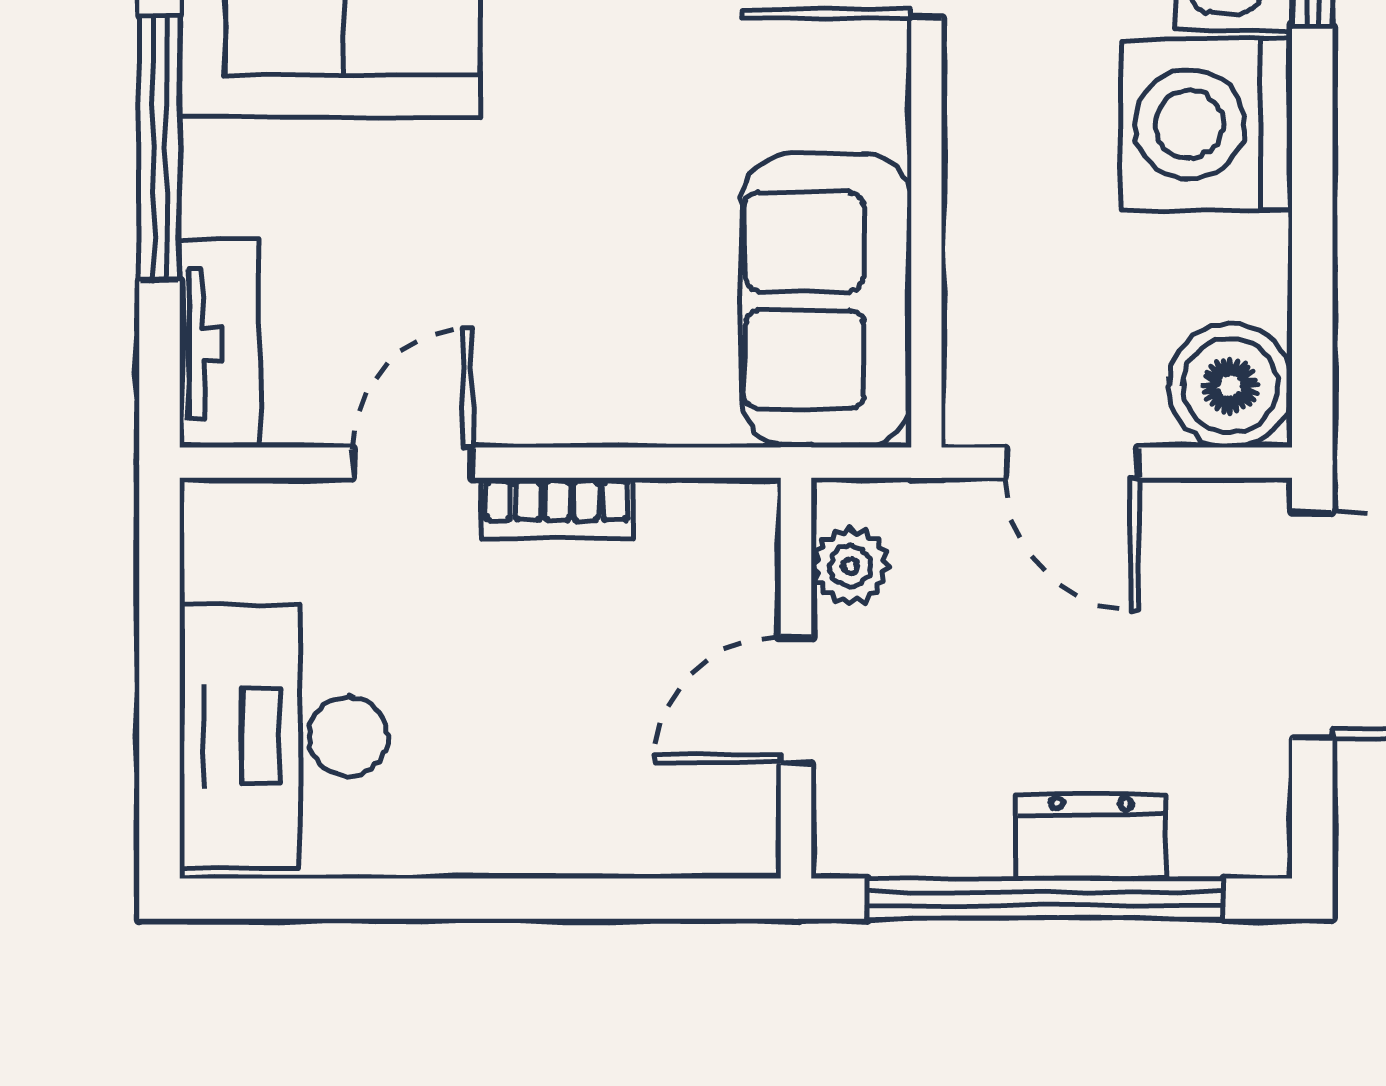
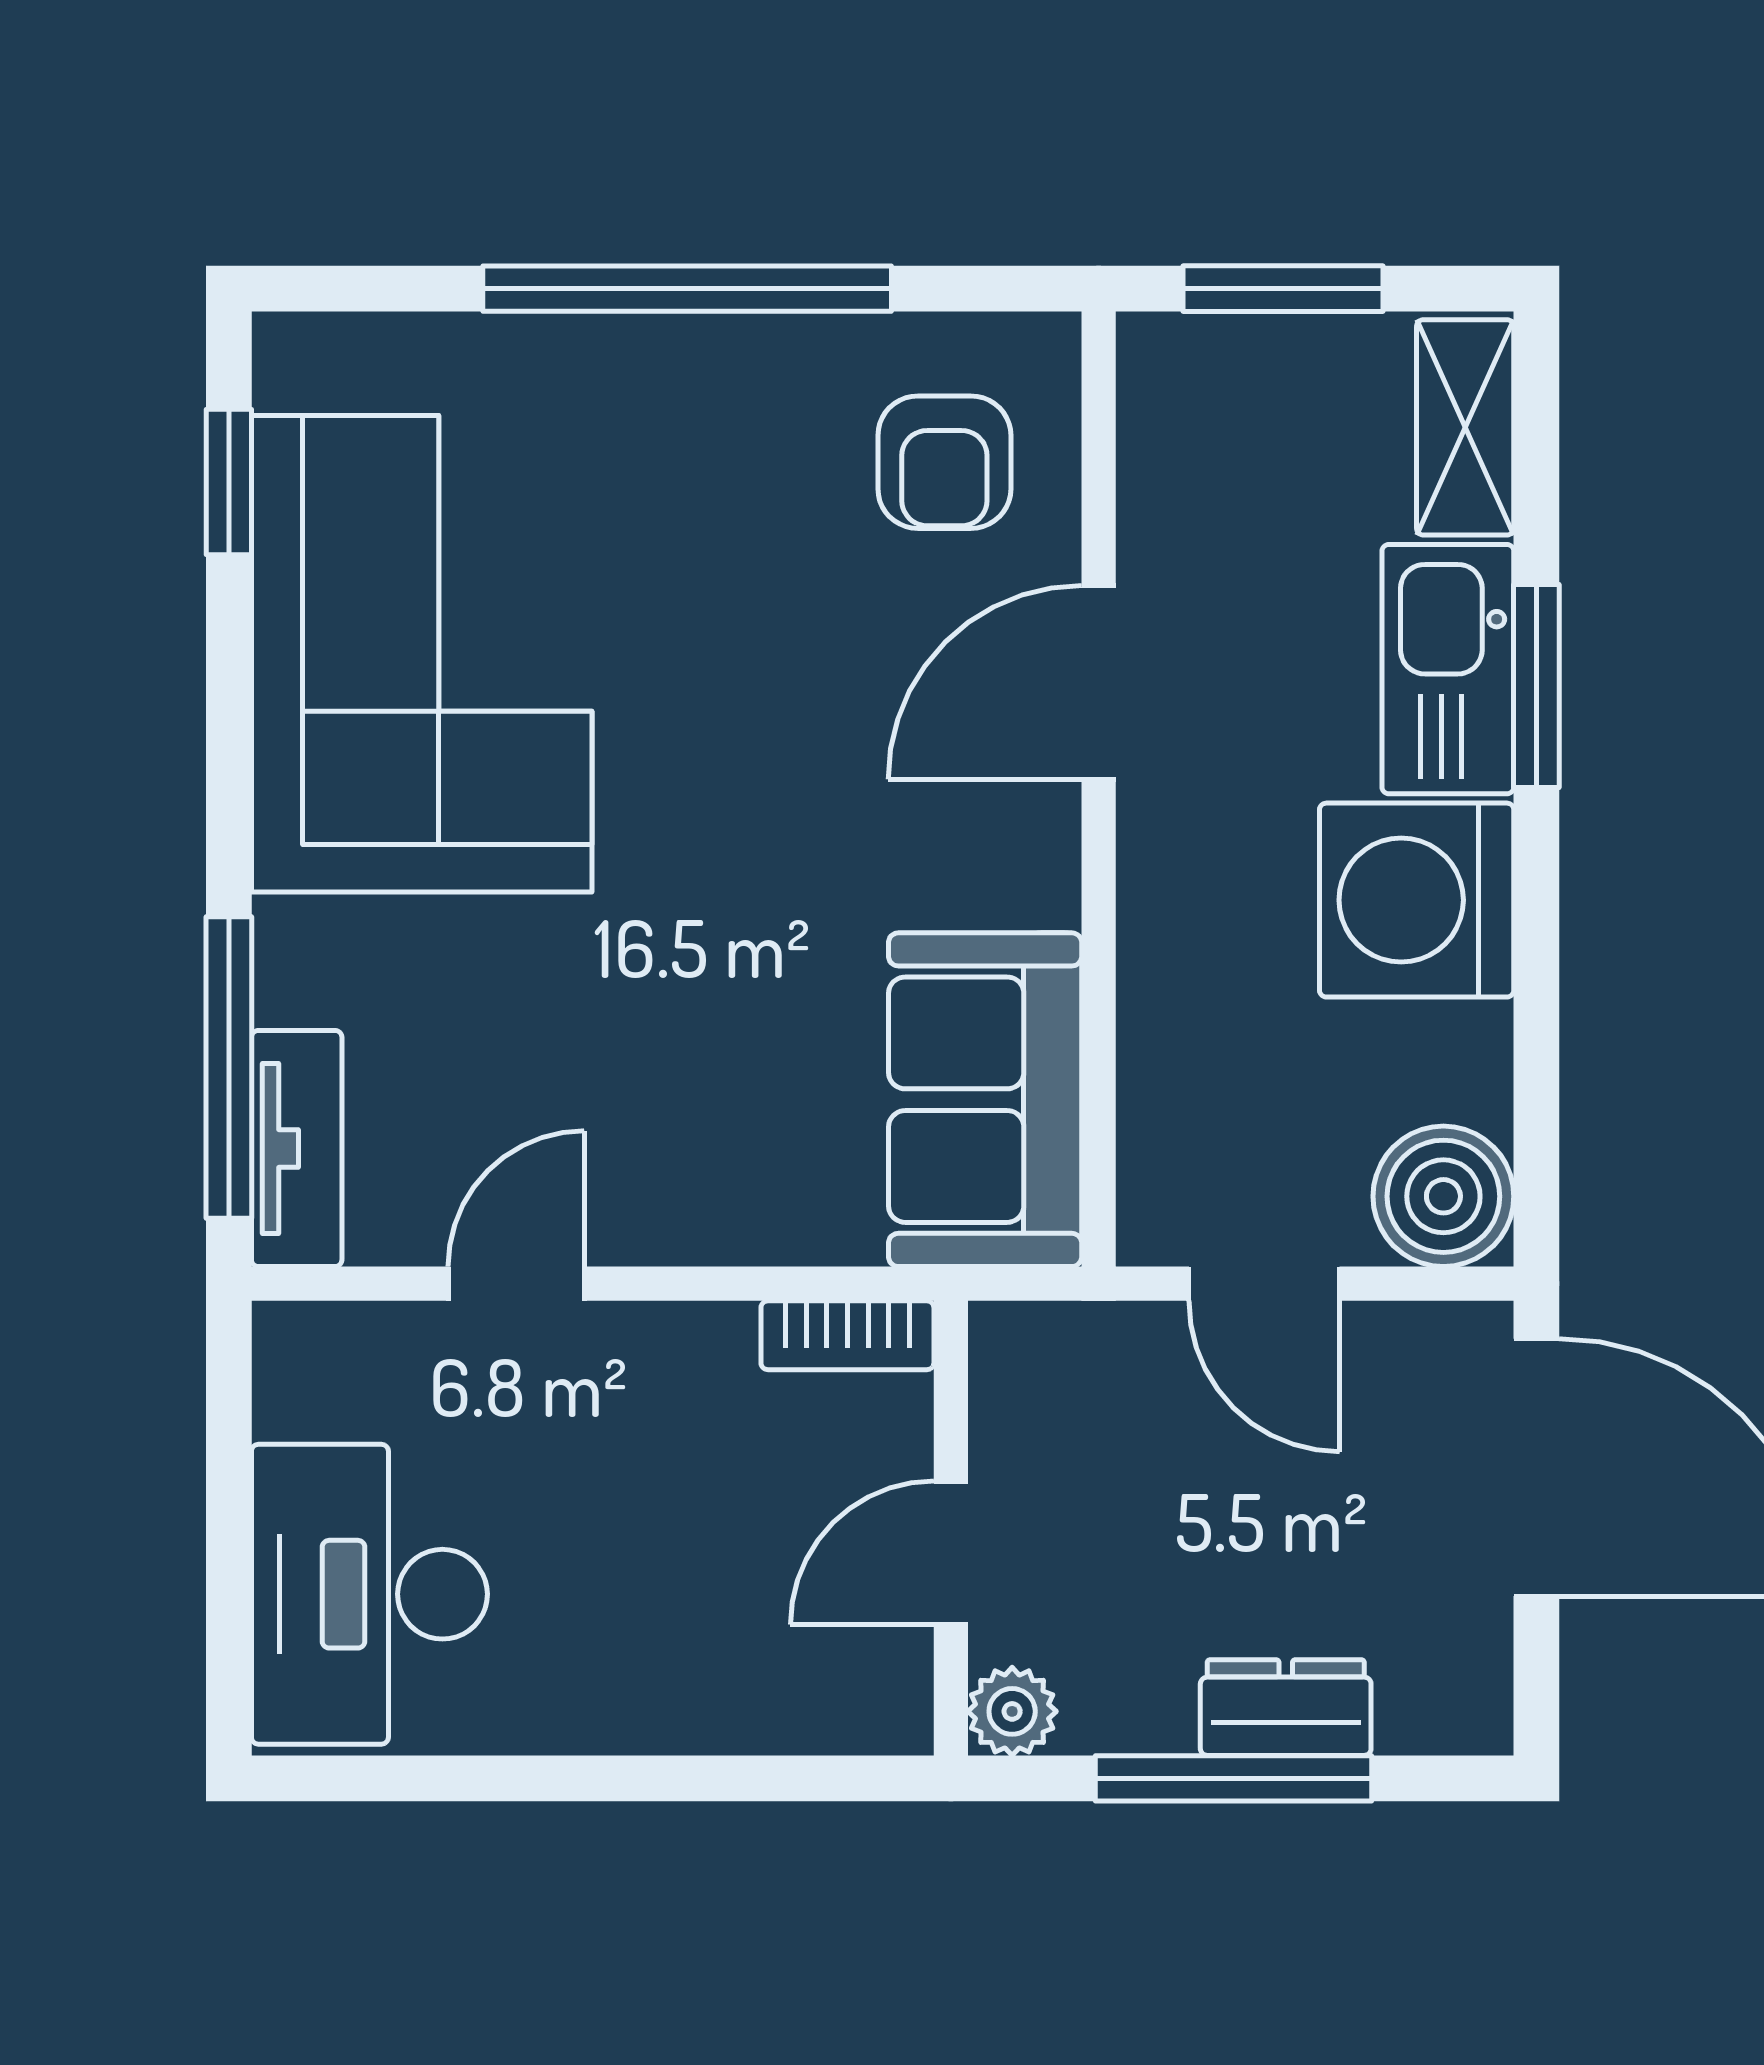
window: (159, 148) -> (229, 1068), moved
bookcase: (557, 508) -> (847, 1335), moved
plant: (850, 566) -> (1012, 1711), moved
window: (1045, 899) -> (1233, 1778), width x0.68

